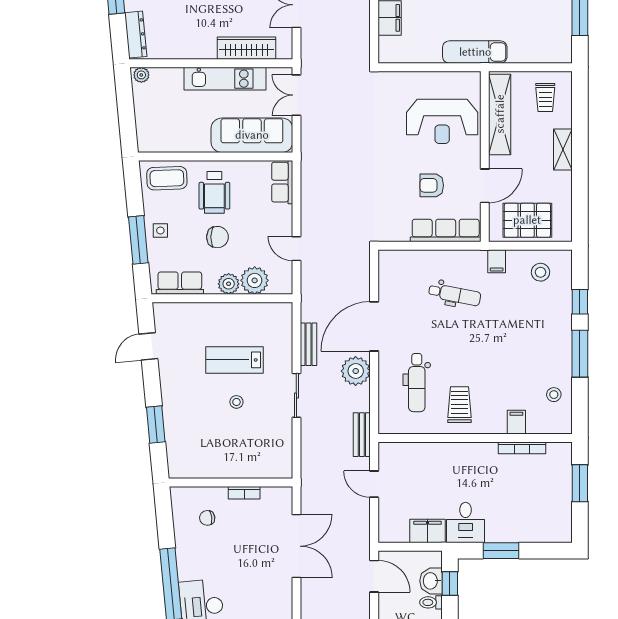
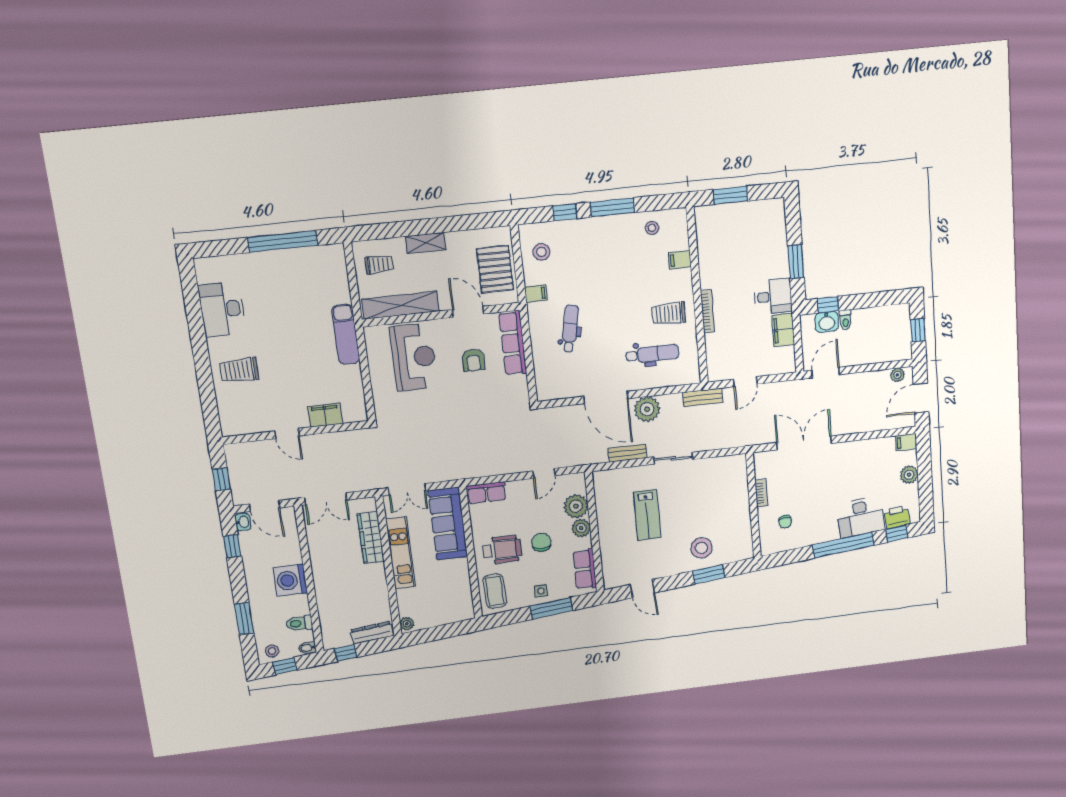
stool: (236, 402) -> (702, 548), moved, width x1.89, depth x1.89
bookcase: (522, 448) -> (707, 311), moved

